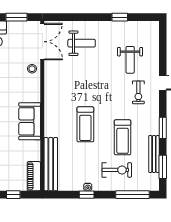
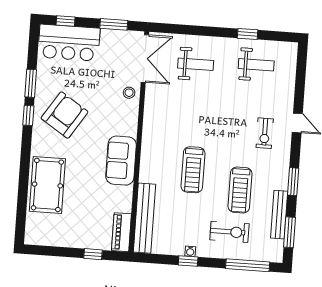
weight bench: (130, 60) -> (256, 65), moved, turned -90

